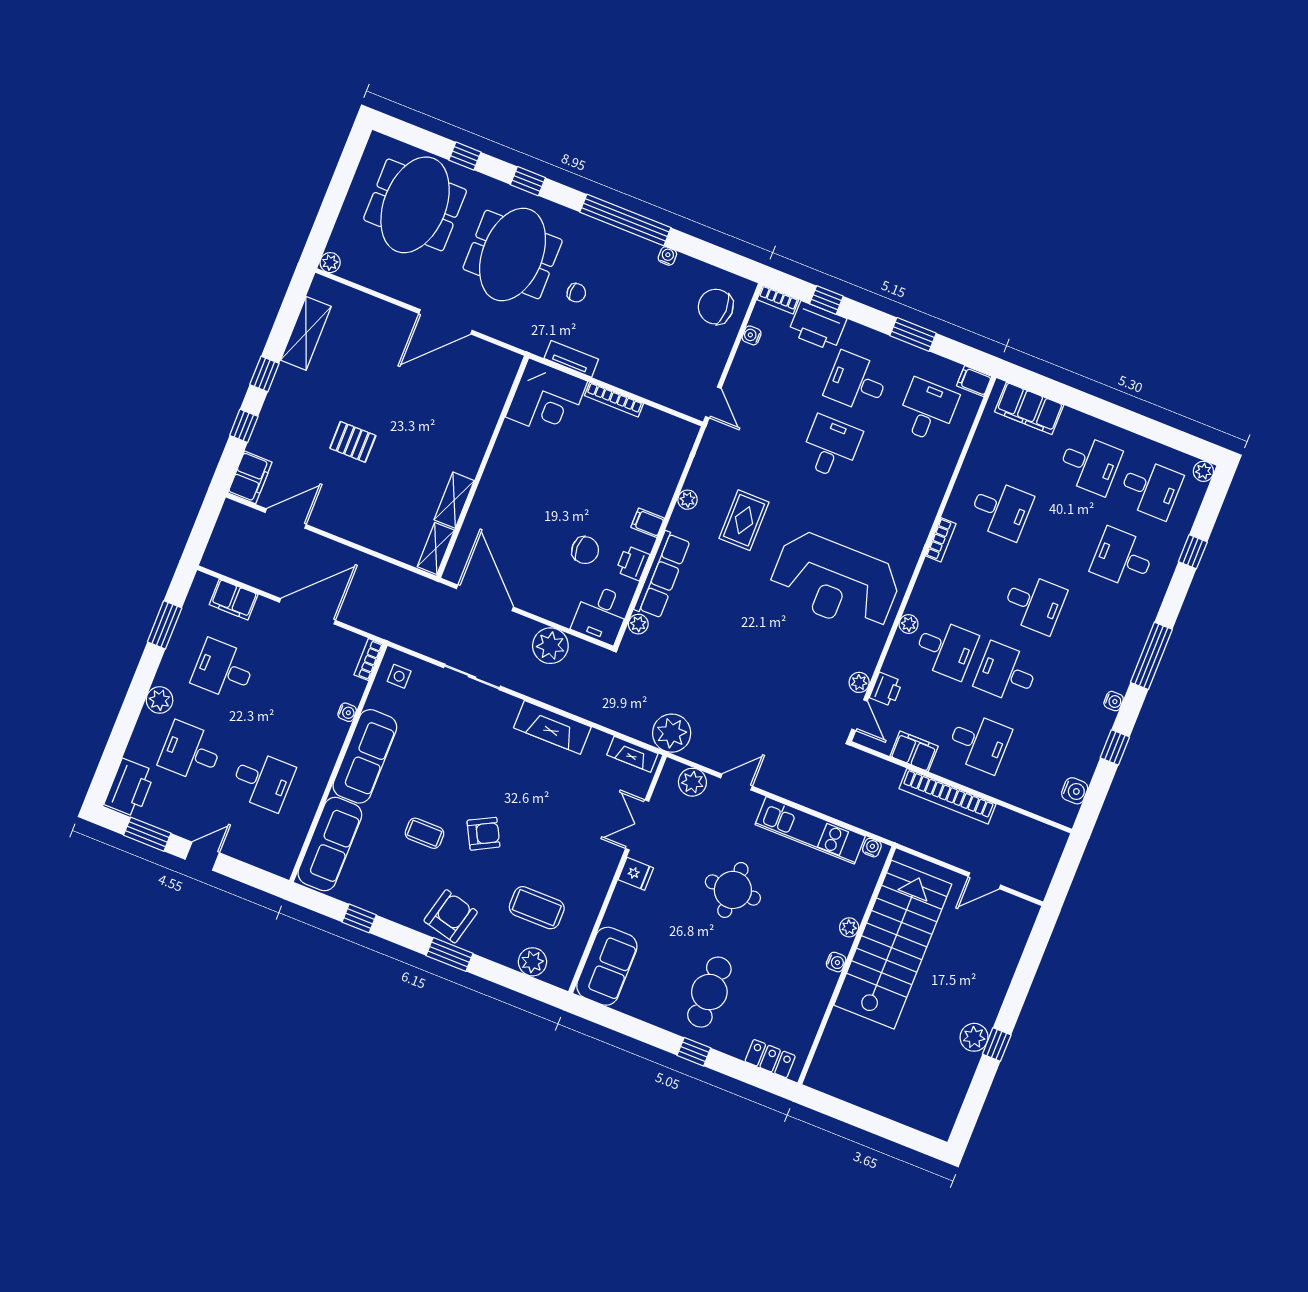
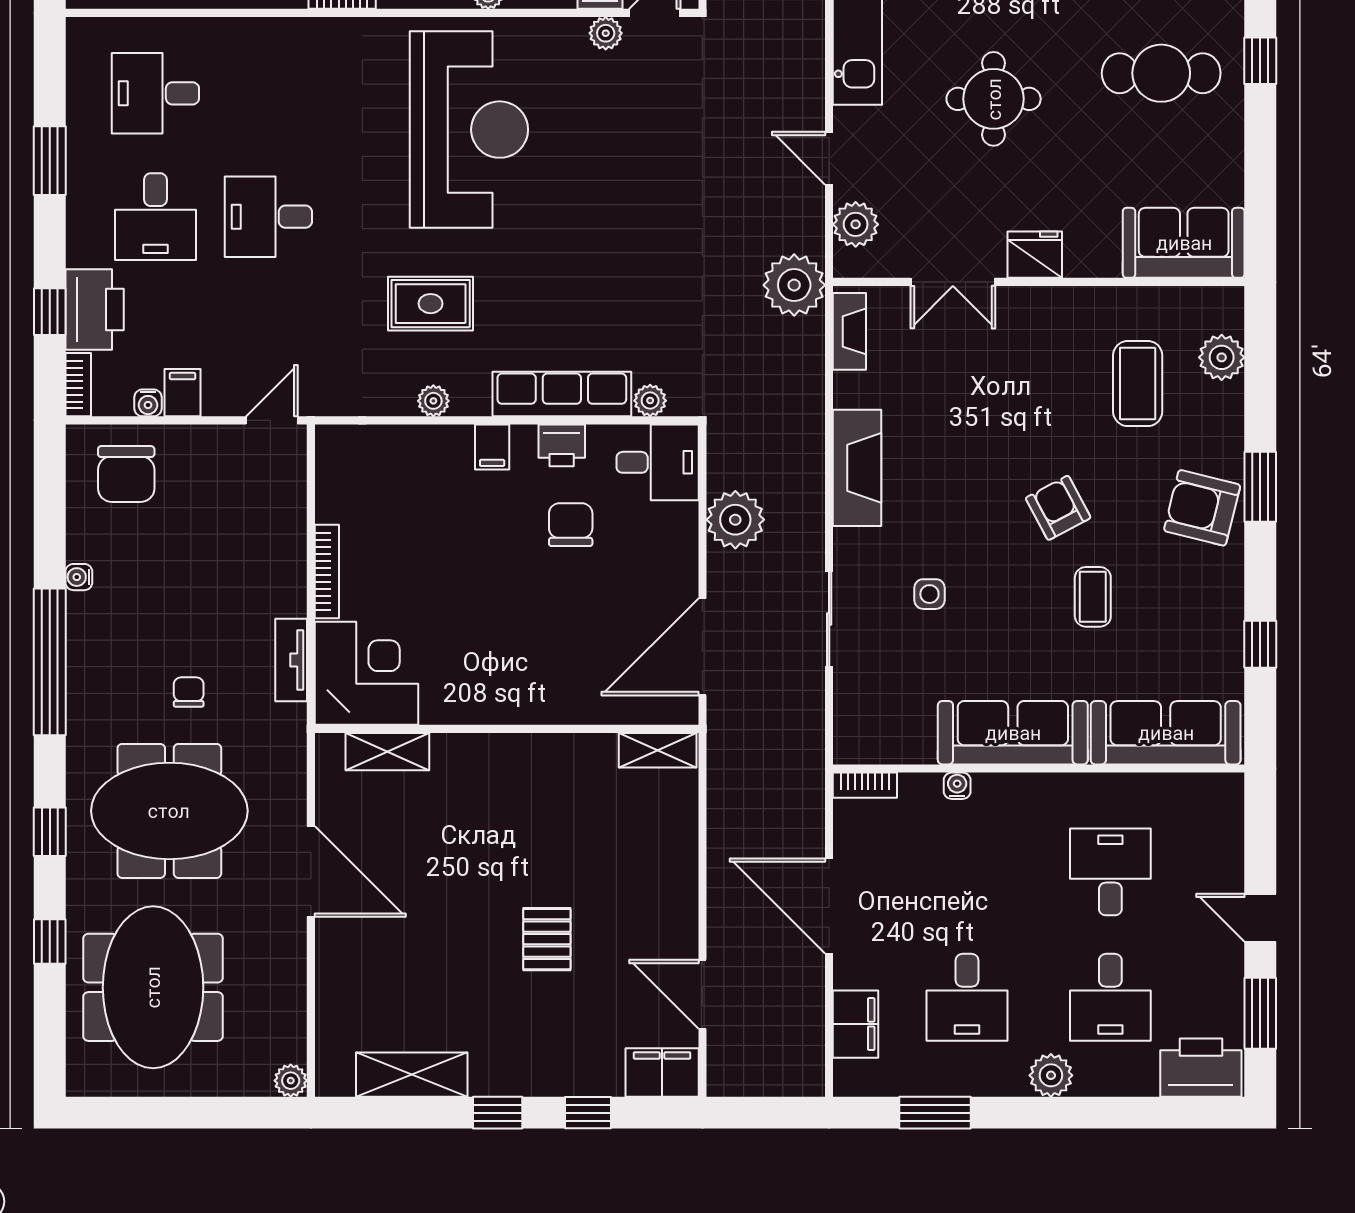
meeting table: (415, 205) -> (153, 987), turned 90
filing cabinet: (974, 381) -> (183, 393), moved, turned 180
shelving: (454, 500) -> (387, 752), moved
side table: (399, 676) -> (929, 594), moved
fridge: (636, 874) -> (1035, 255), width x1.38

